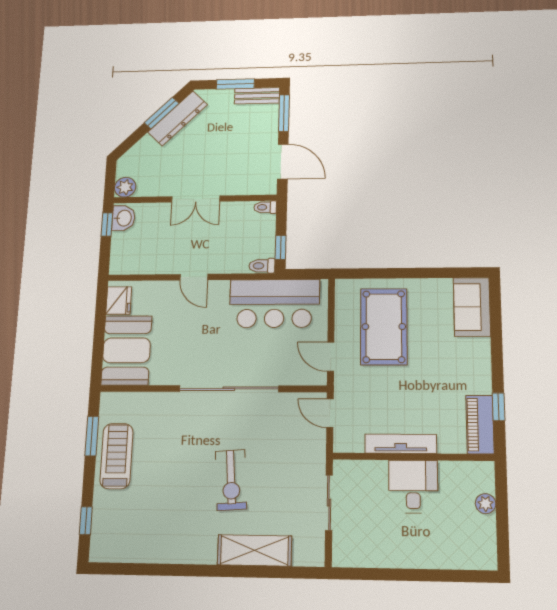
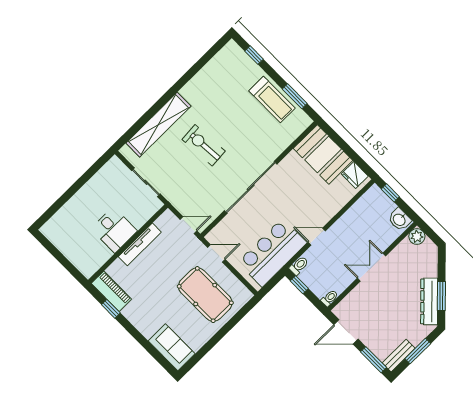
window: (107, 224) -> (390, 193), moved
door: (194, 277) -> (317, 237), moved
plant: (486, 504) -> (73, 256), removed
shelving: (254, 550) -> (158, 125), width x1.47

